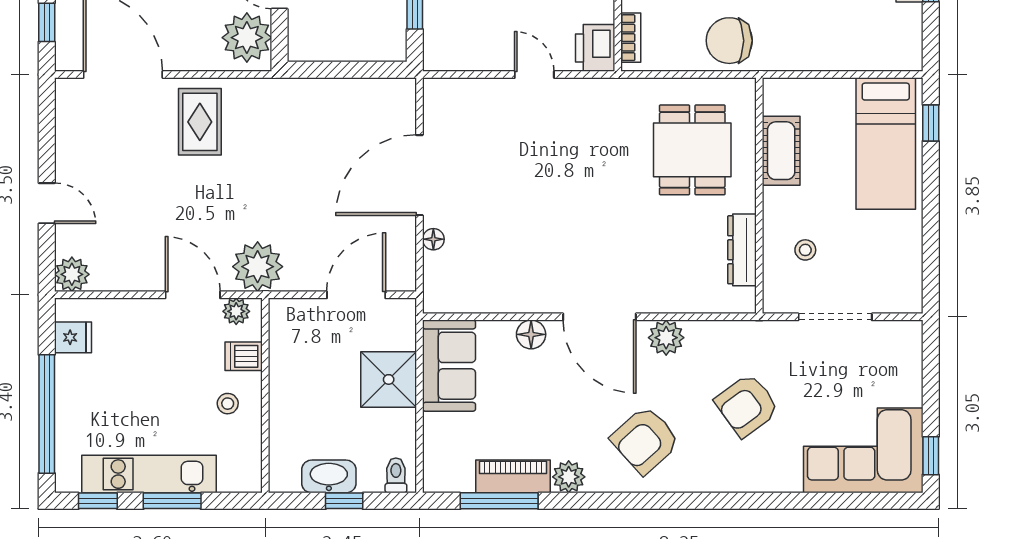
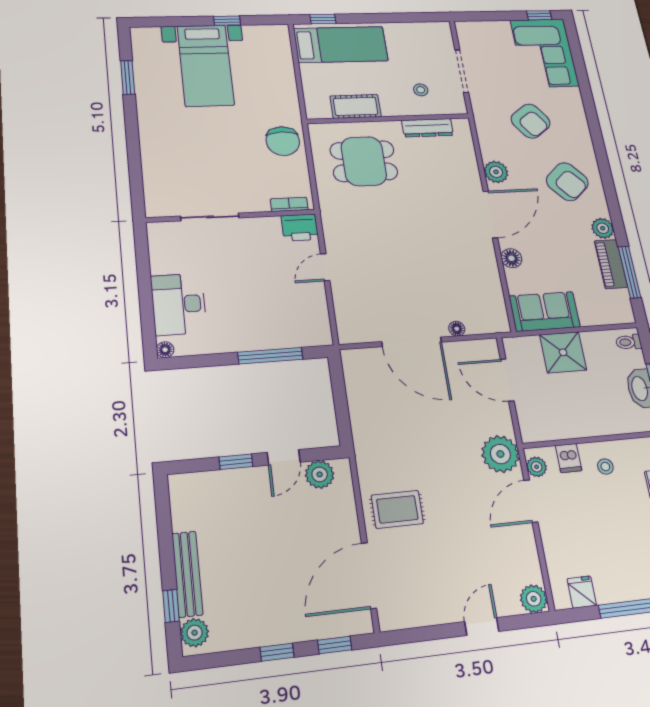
plant: (247, 38) -> (320, 474), width x0.73, depth x0.73

